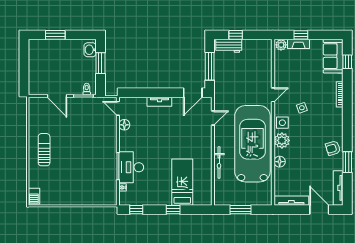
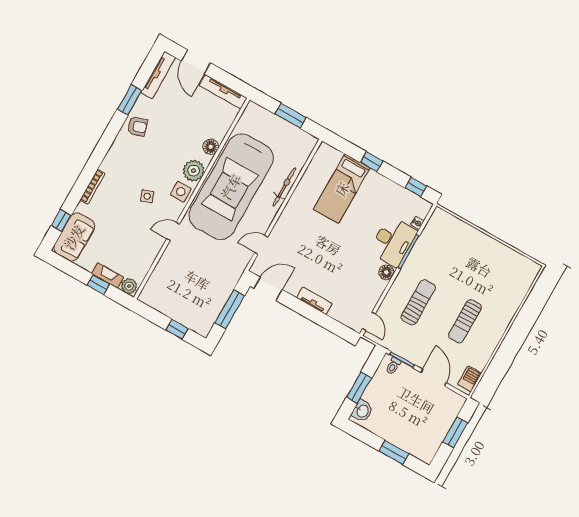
workbench: (229, 46) -> (193, 321), removed
window: (24, 69) -> (455, 432), added
floor lamp: (124, 125) -> (386, 272), moved
sun lounger: (94, 138) -> (418, 302), added
sun lounger: (44, 150) -> (465, 321), moved
barbecue: (34, 196) -> (470, 379), moved

